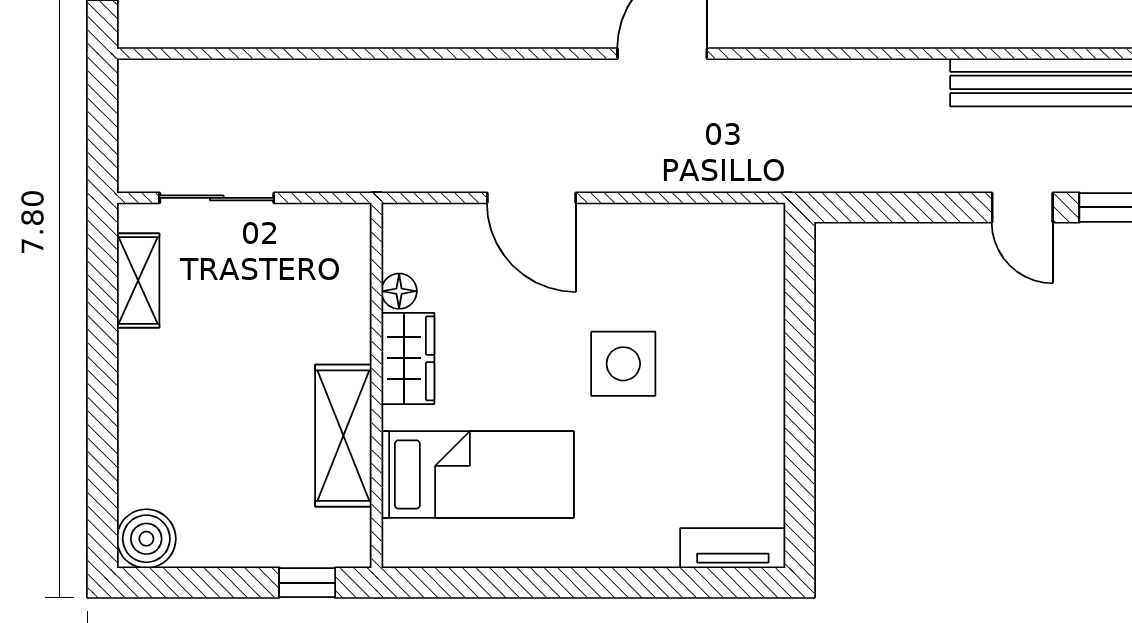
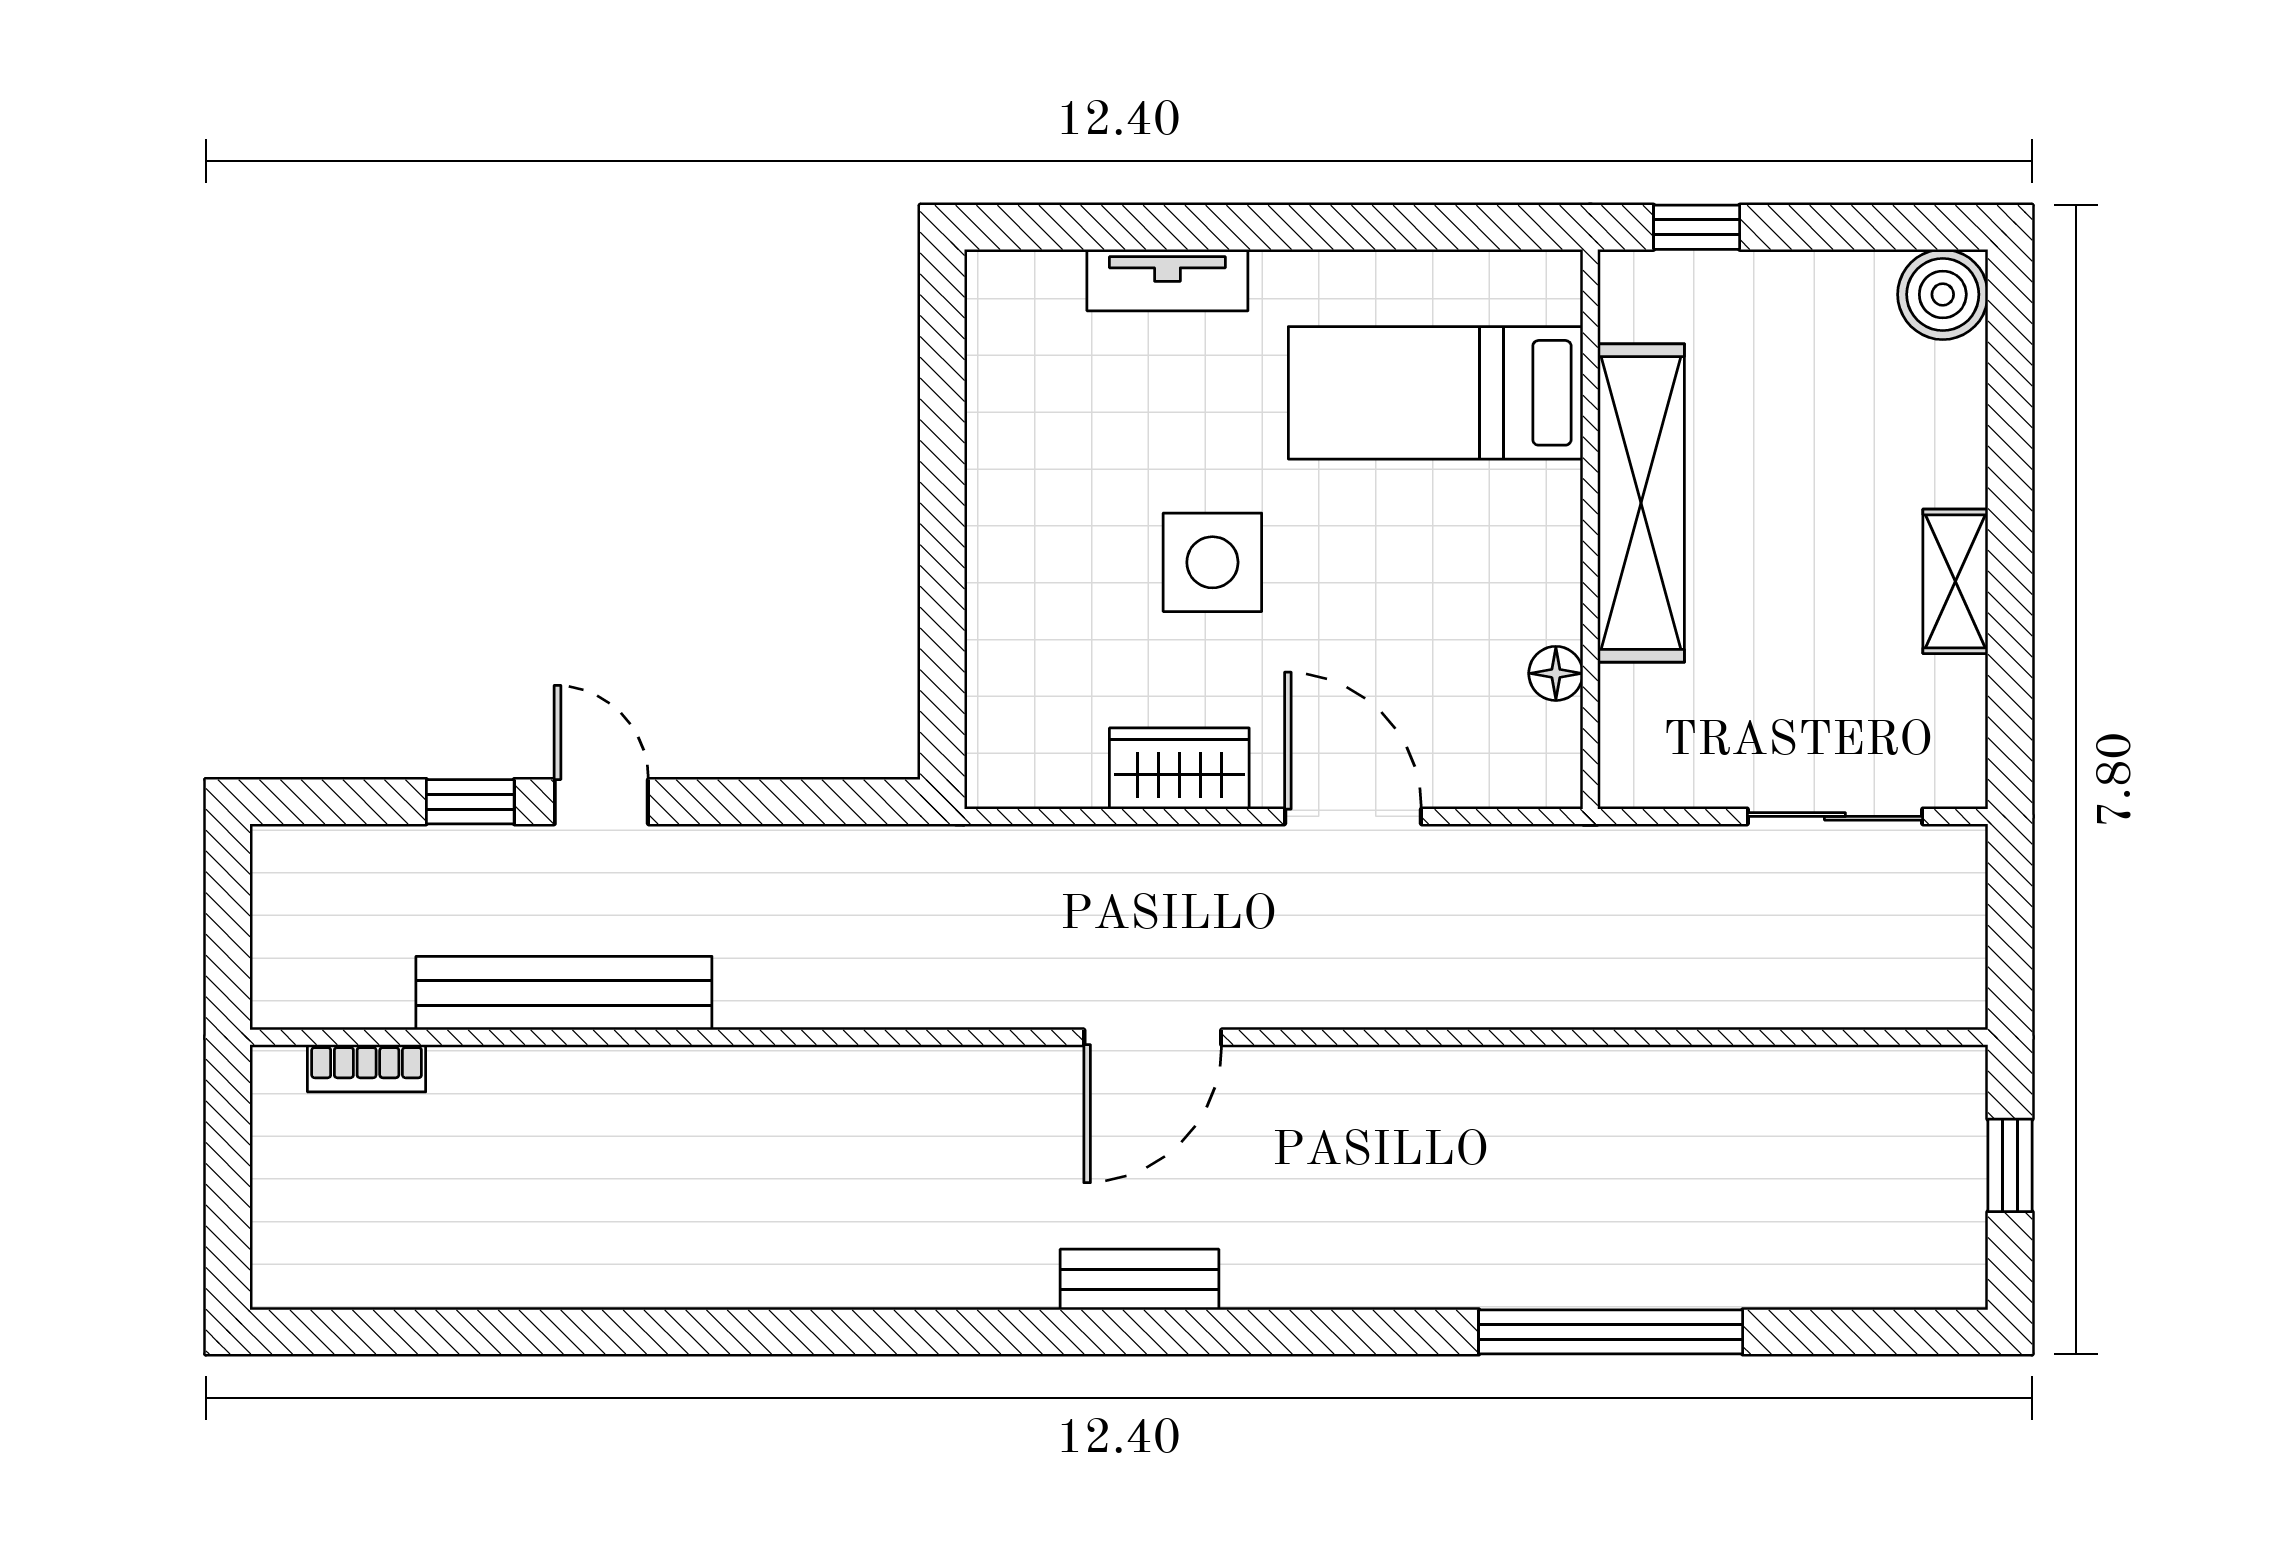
shelving: (138, 281) -> (1955, 581), moved
wardrobe: (408, 358) -> (1179, 768), moved, turned 90
shelving: (343, 436) -> (1641, 503), width x1.47
tv unit: (733, 548) -> (1167, 280), moved

